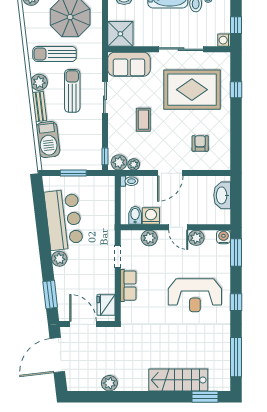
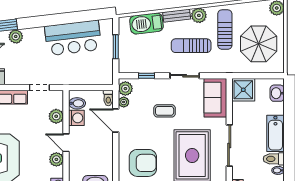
sun lounger: (72, 91) -> (191, 46), turned 180
armchair: (200, 143) -> (143, 163), width x1.88, depth x1.88
window: (105, 156) -> (146, 76), moved
door: (170, 173) -> (116, 120), moved
door: (178, 227) -> (66, 143), hinge flipped
plant: (59, 259) -> (16, 36), moved

